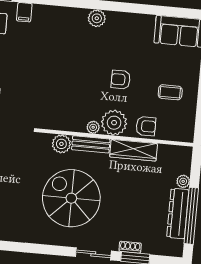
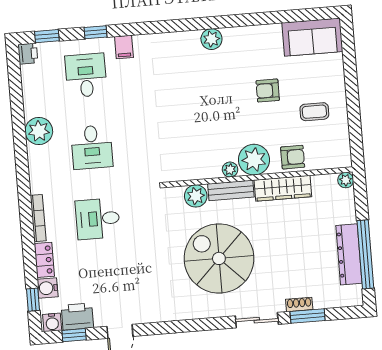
armchair: (121, 80) -> (268, 91), moved
plant: (183, 181) -> (346, 180), moved

